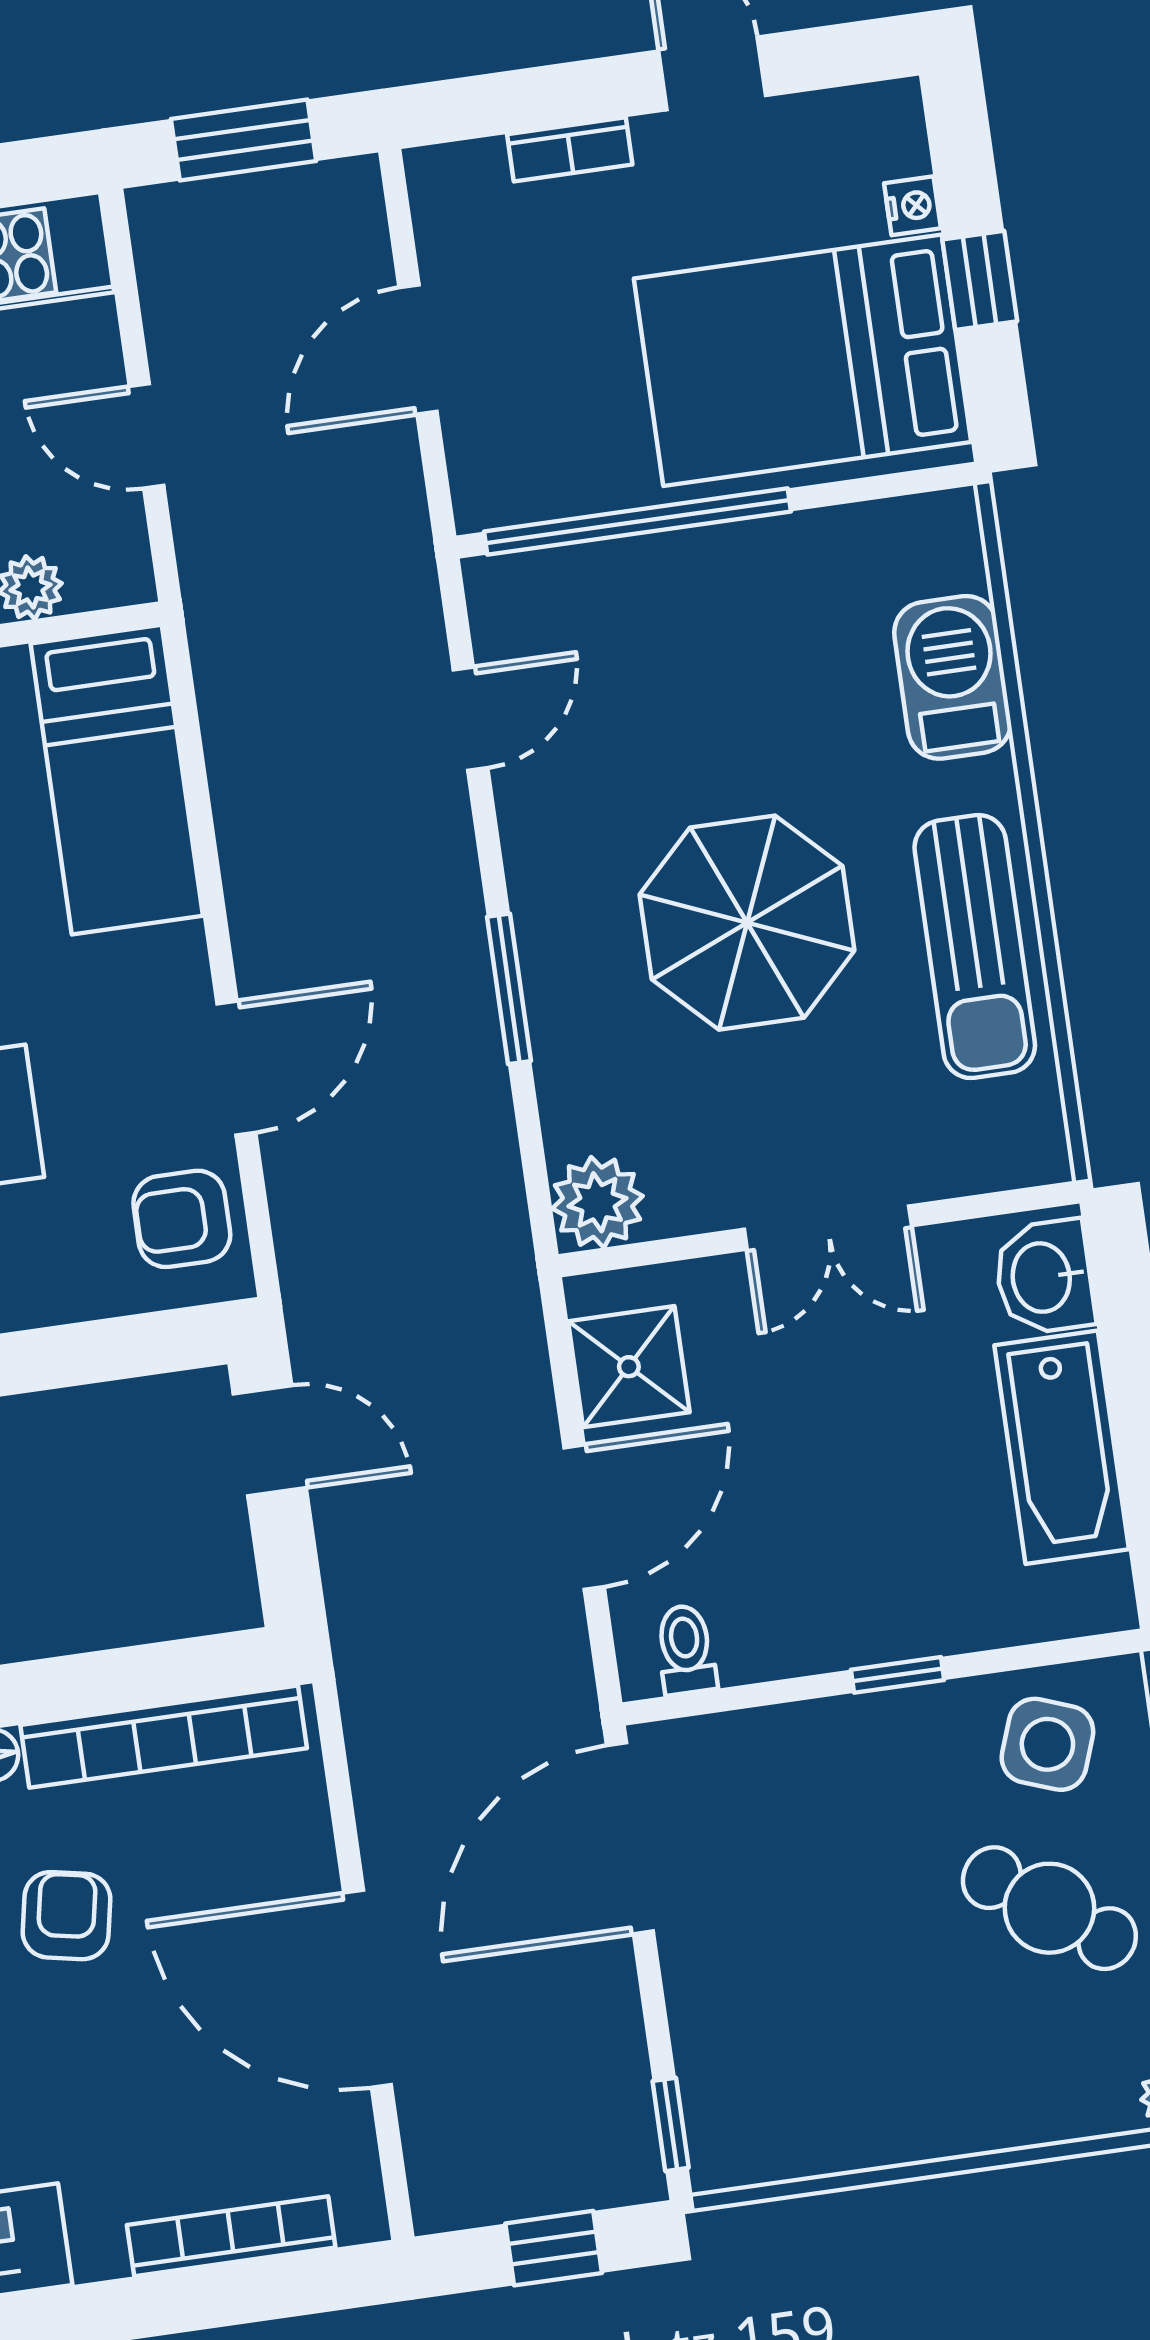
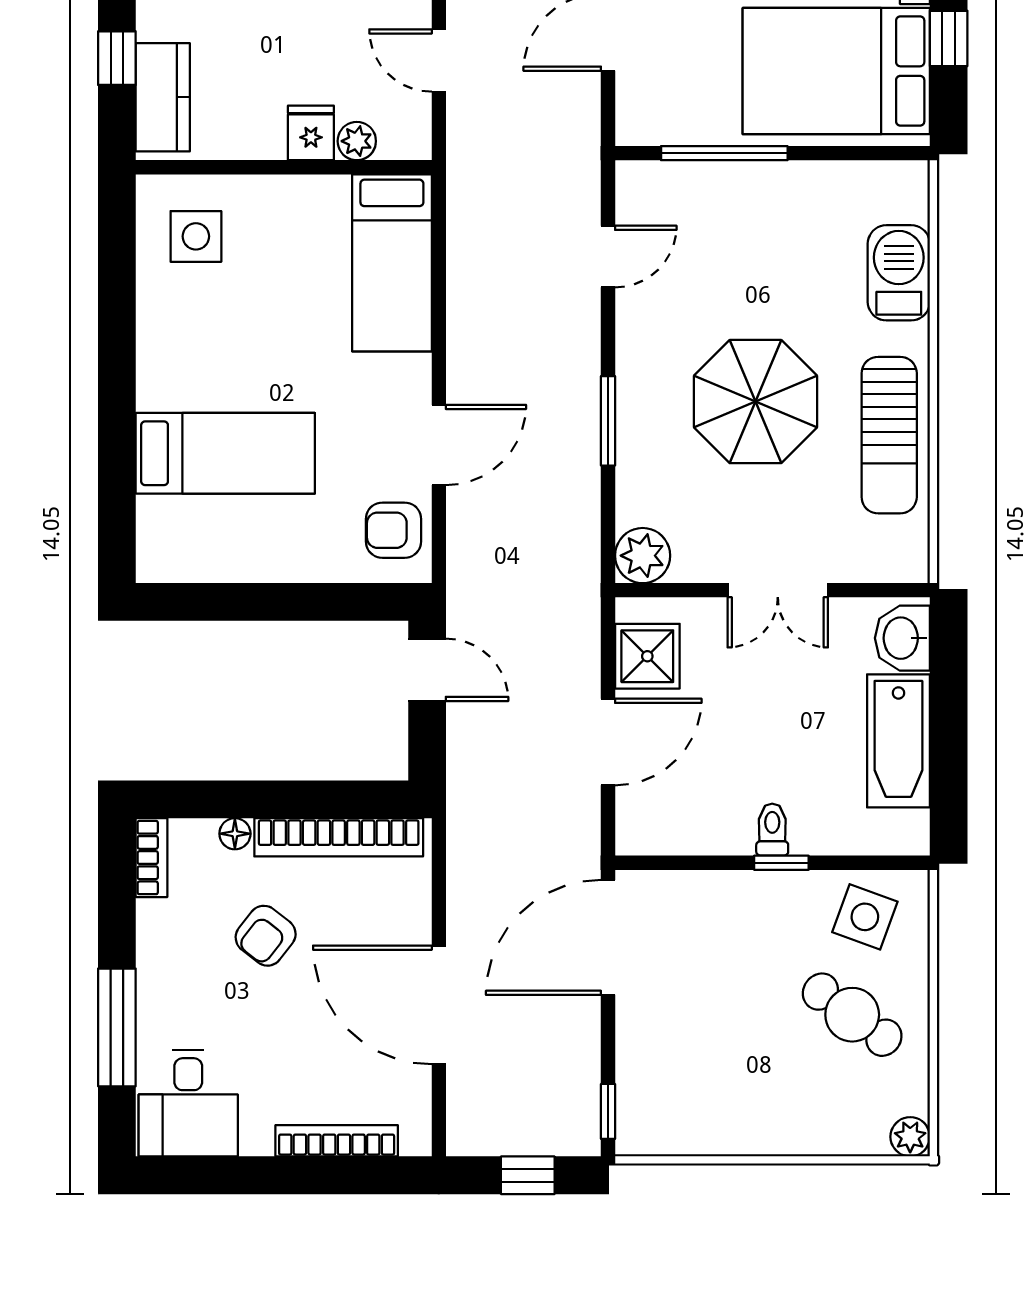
window: (638, 521) -> (724, 153), width x0.68
toilet: (686, 1650) -> (772, 830), moved
armchair: (67, 1916) -> (266, 936), turned -153

